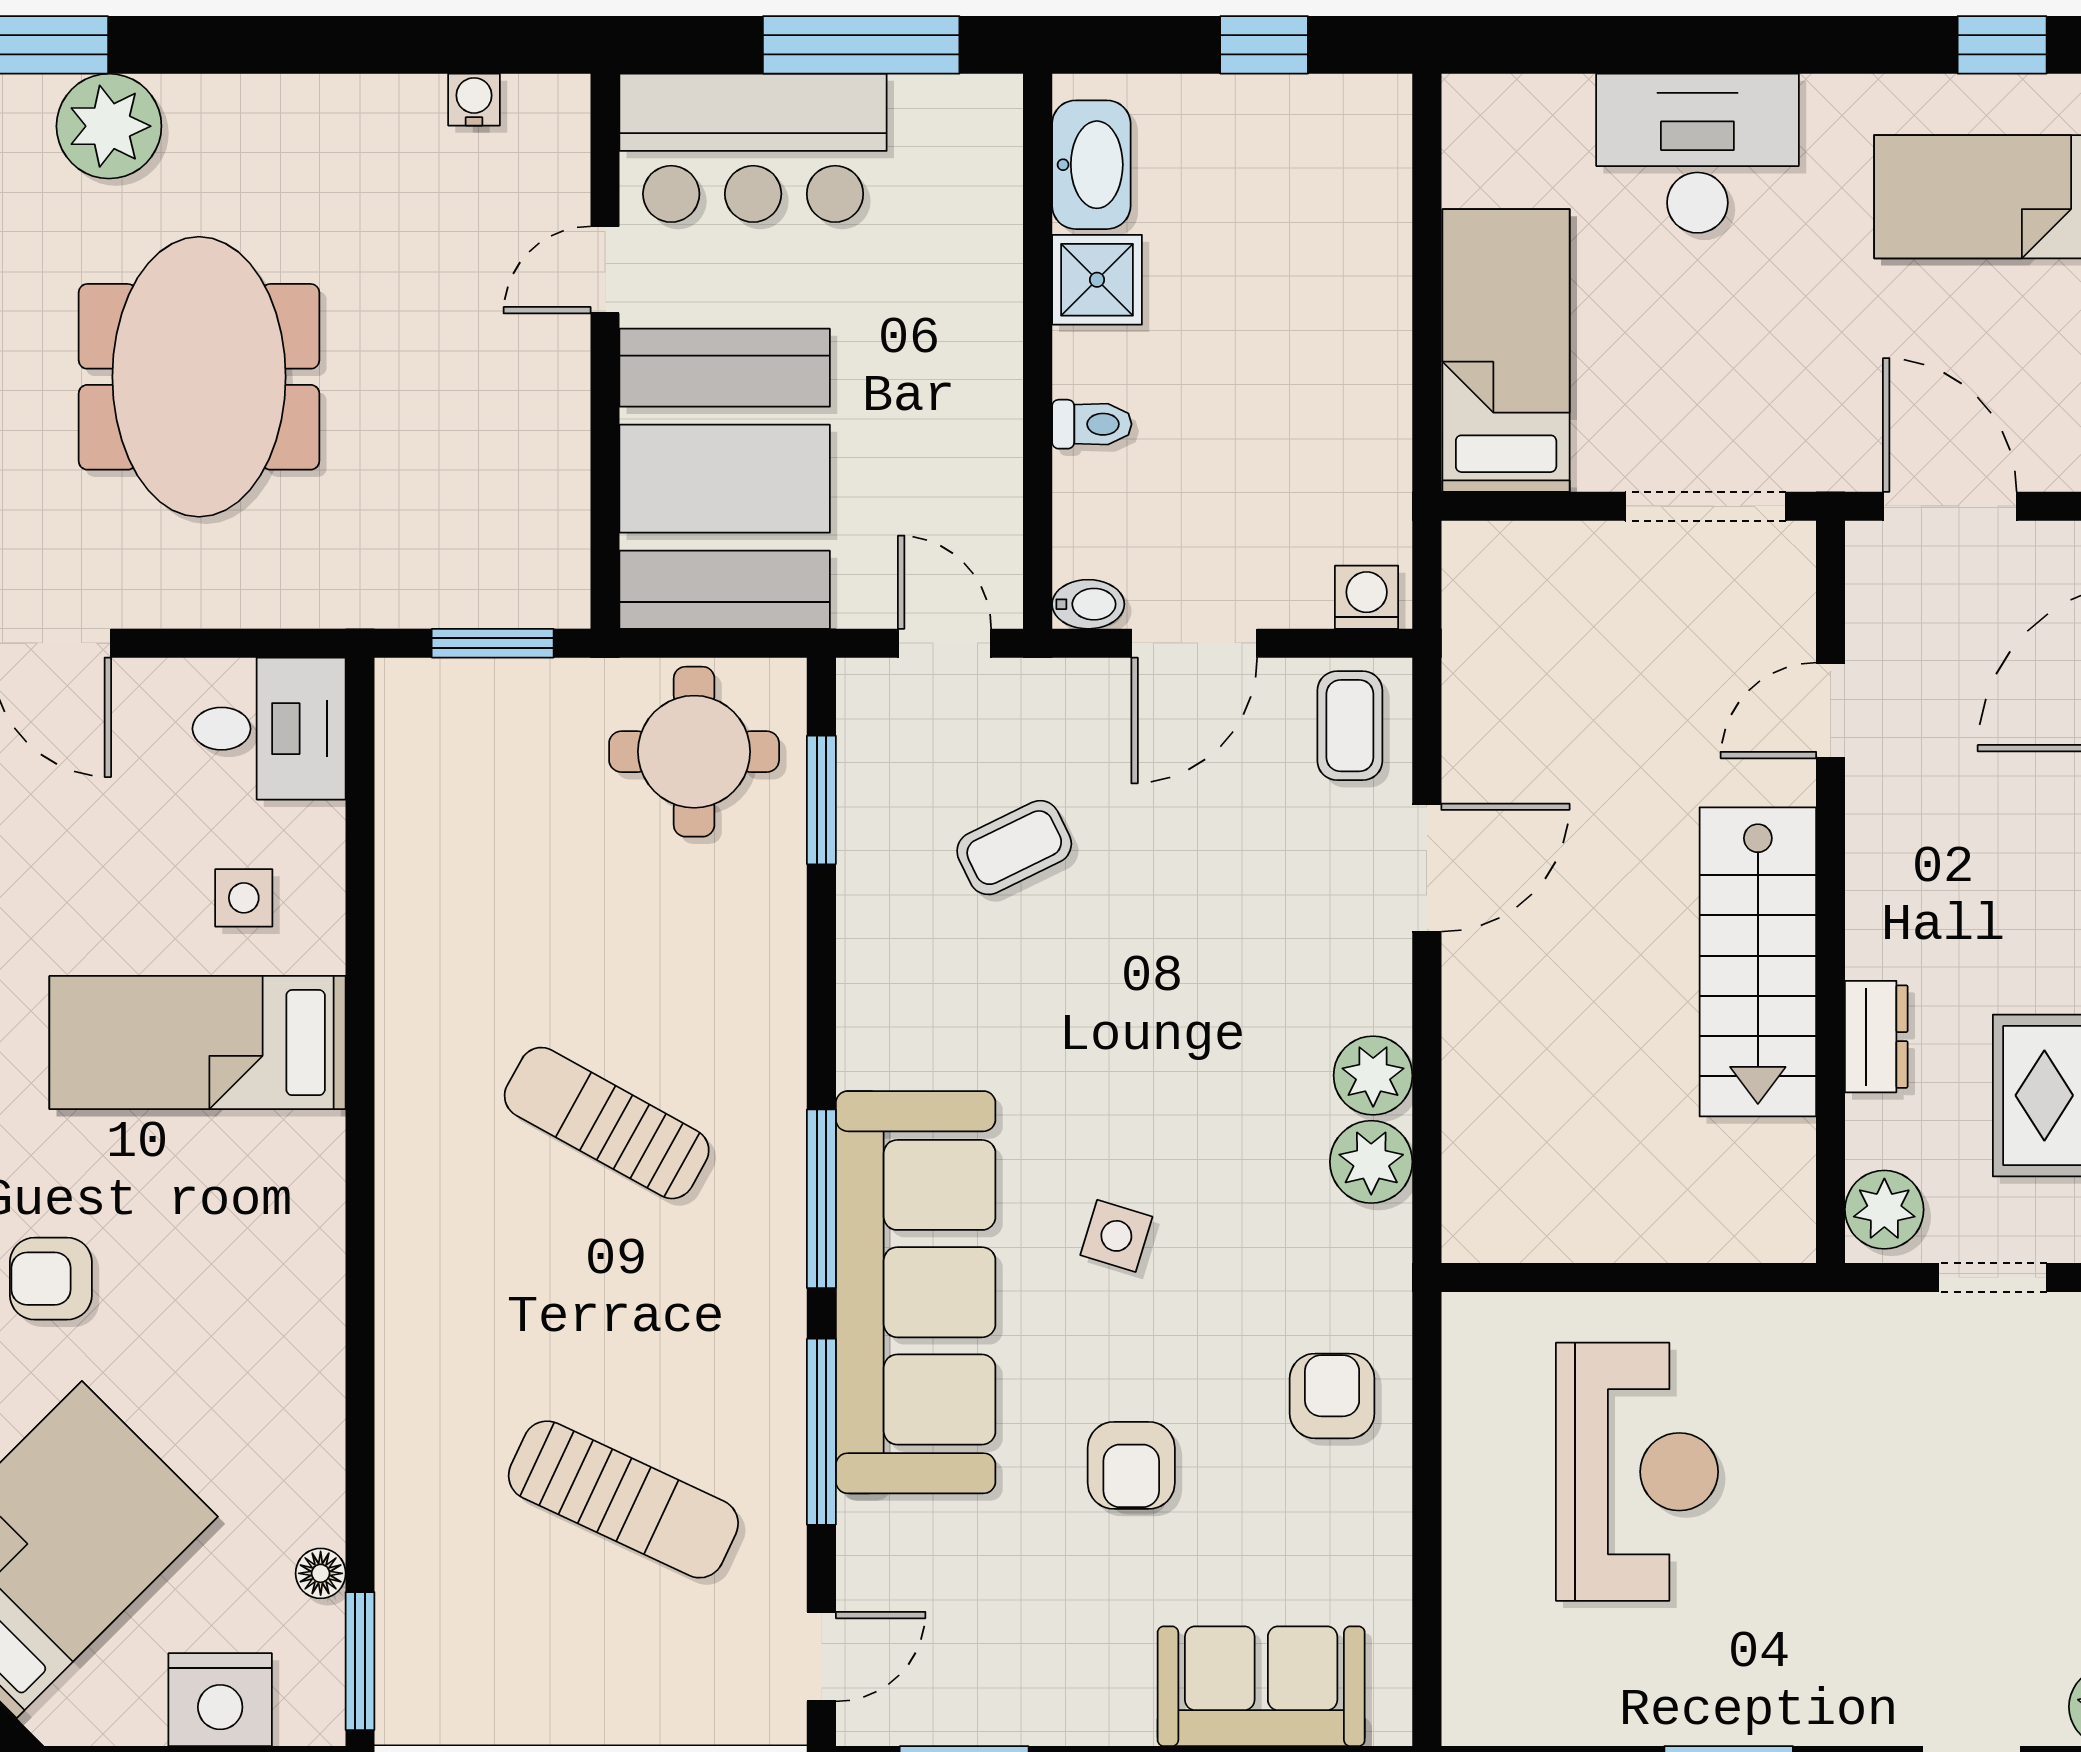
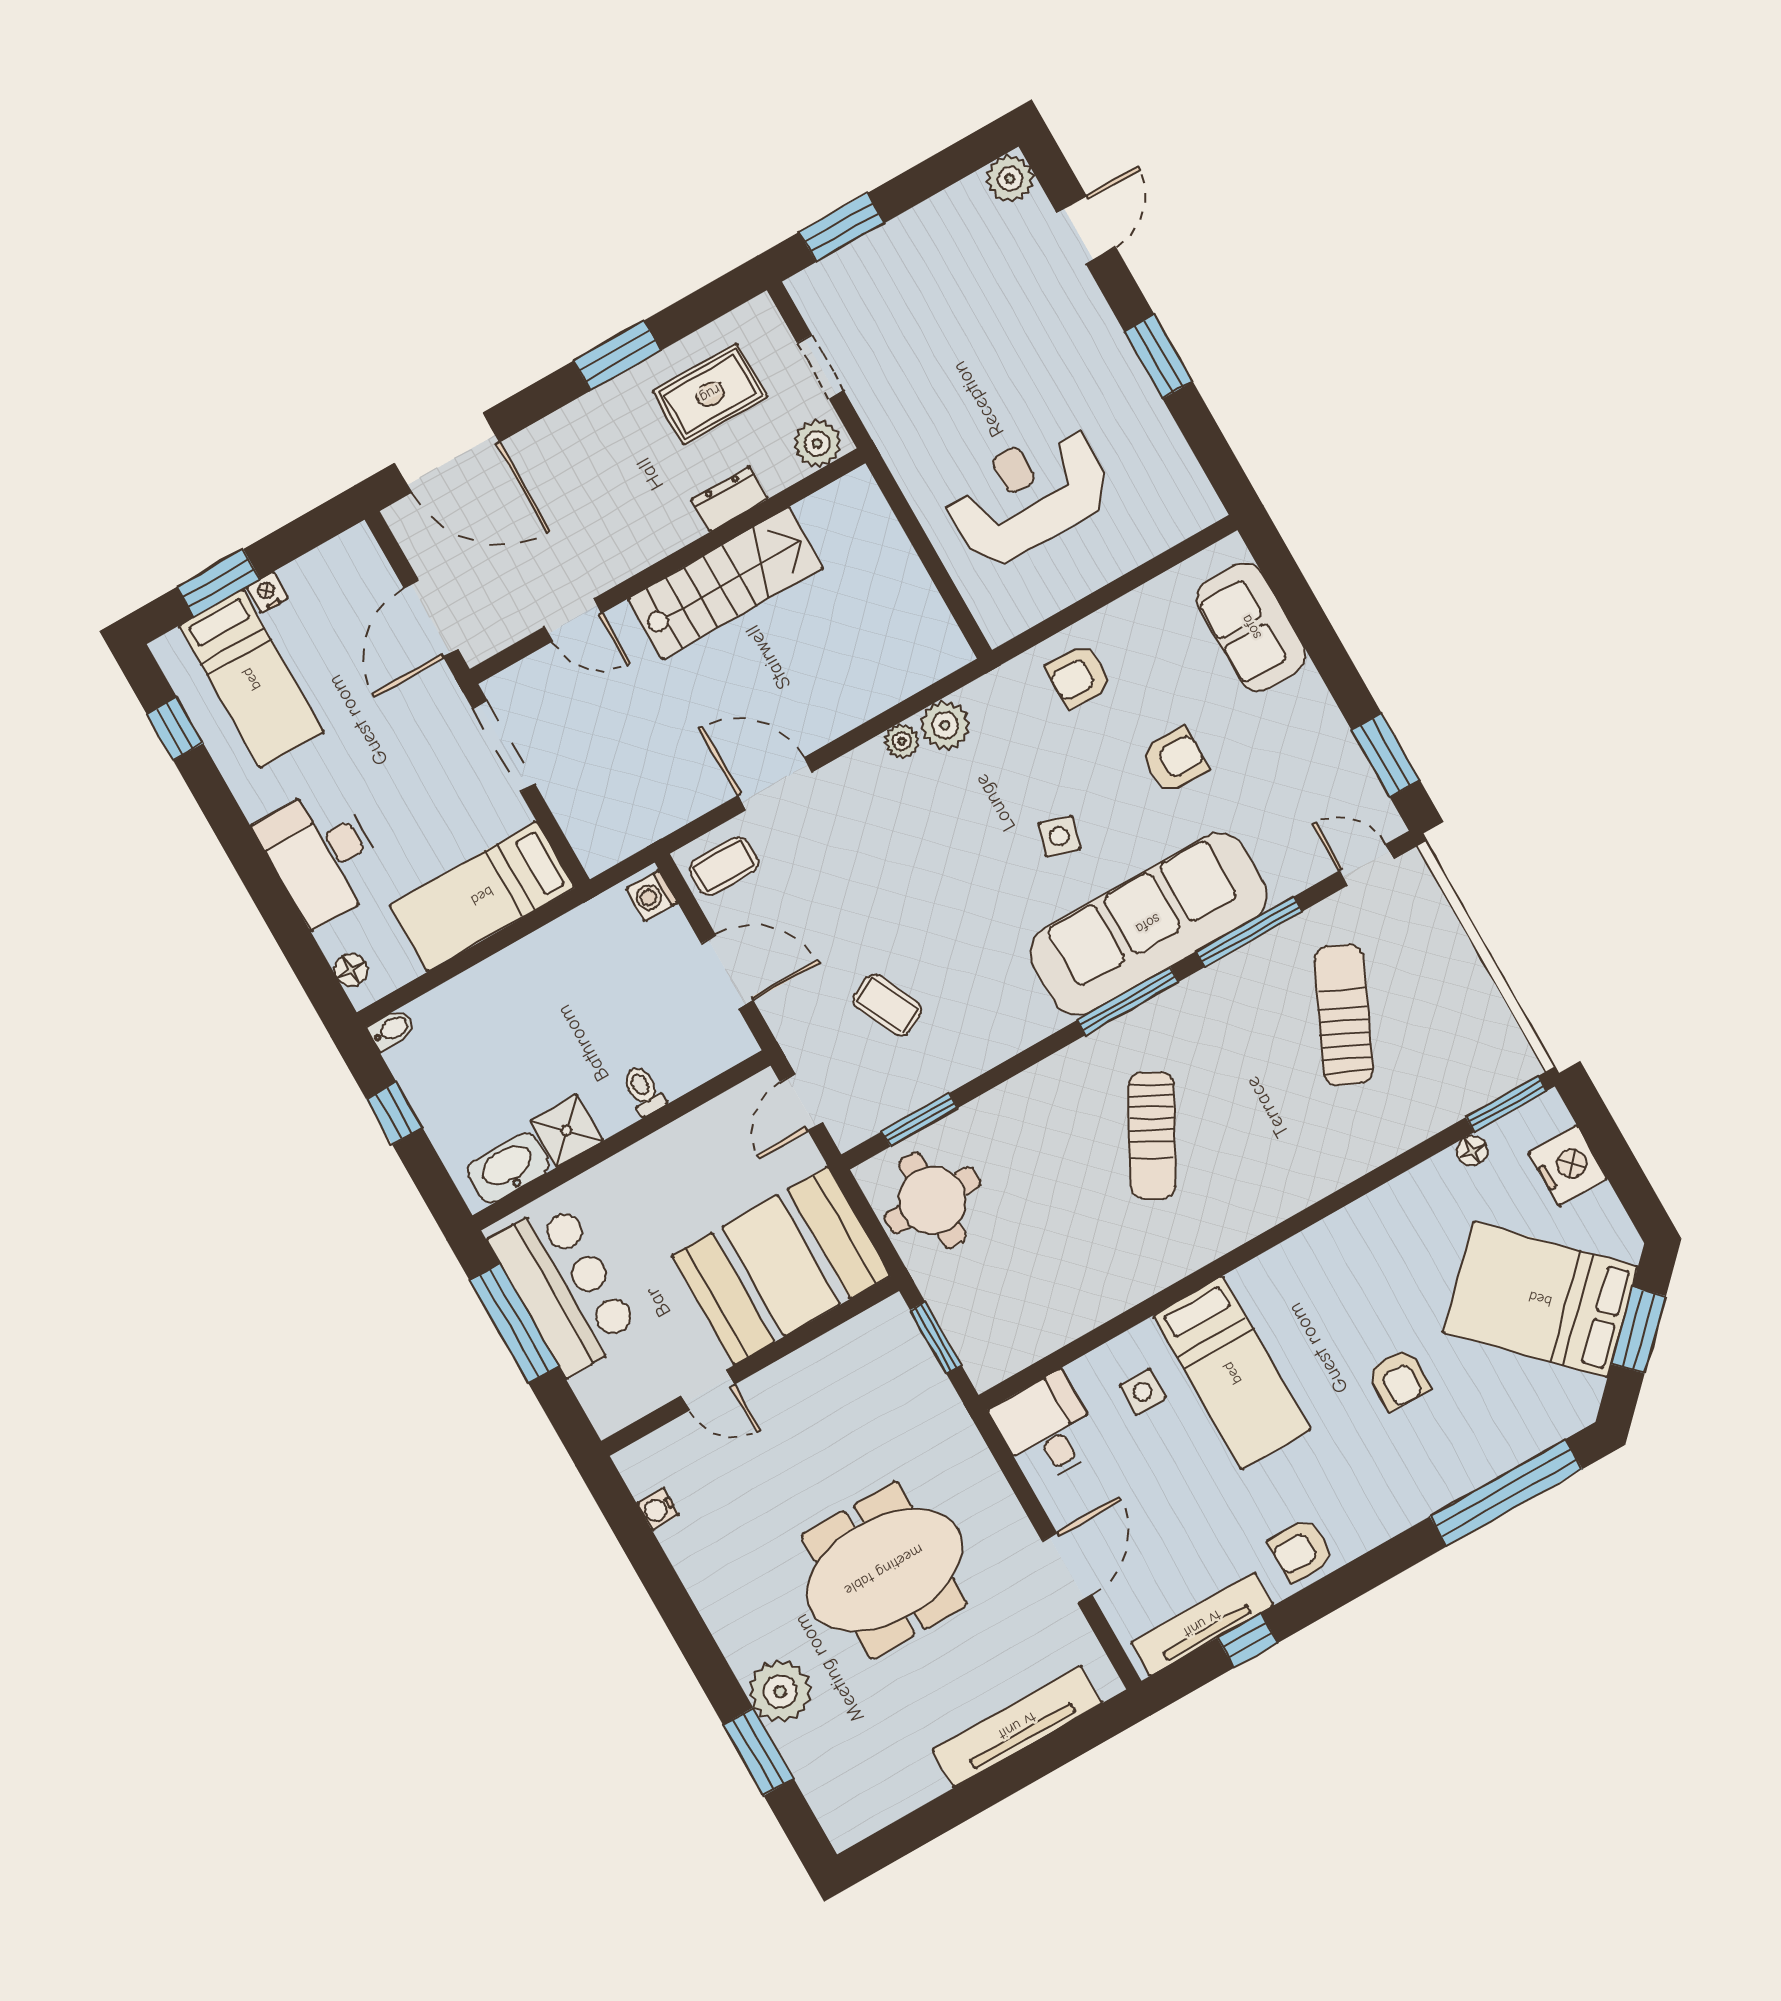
floor lamp: (1508, 101) -> (351, 970), added
bar counter: (753, 148) -> (565, 1287), moved
bidet: (1088, 604) -> (391, 1030), moved, turned 90
plant: (1373, 1076) -> (902, 741), width x0.73, depth x0.73

